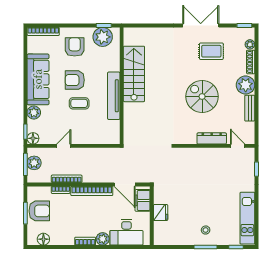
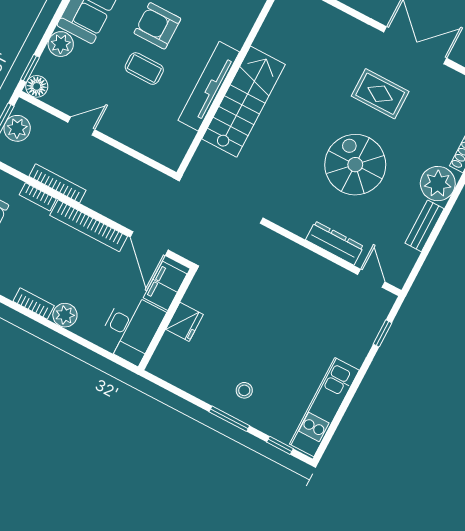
rug: (211, 51) -> (380, 94), moved
stairs: (134, 74) -> (244, 102), moved
desk: (126, 232) -> (131, 328), moved, turned -90

